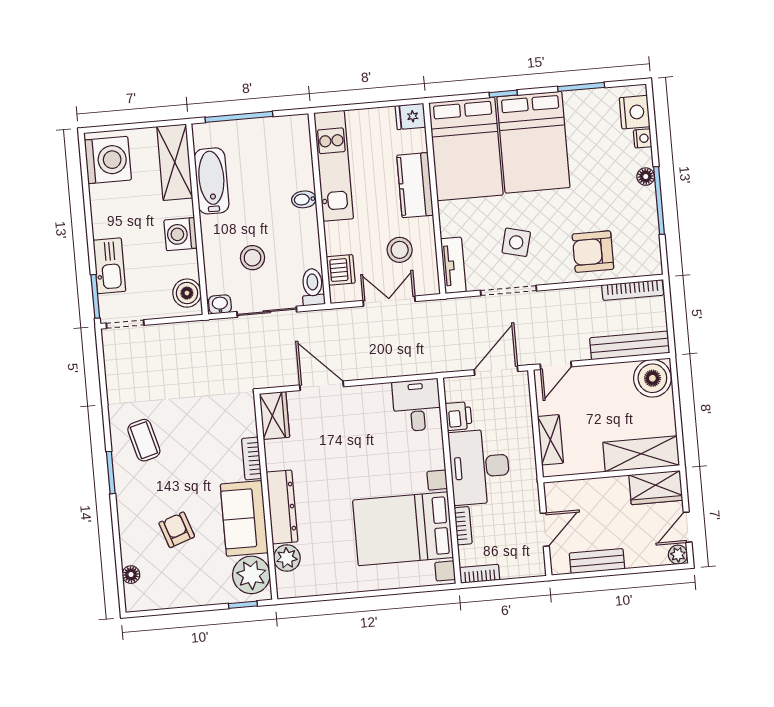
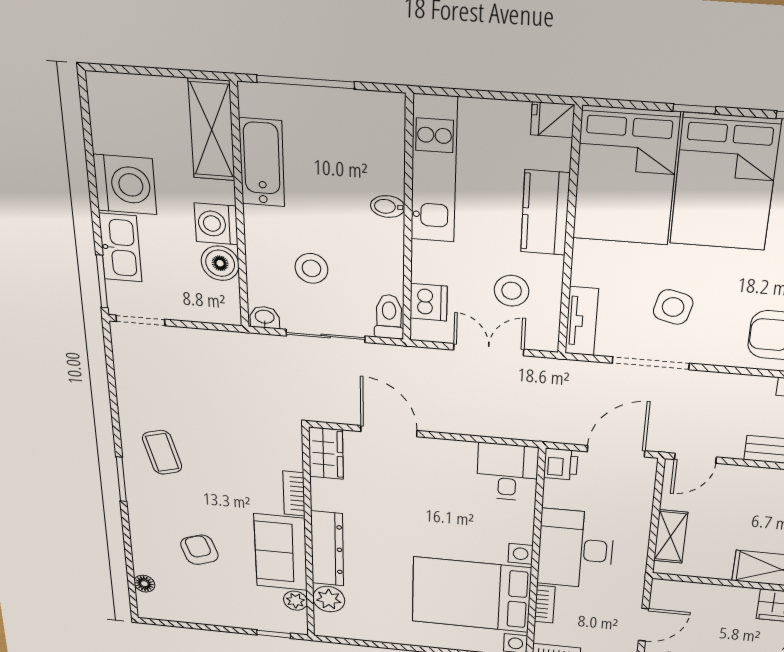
washing machine: (108, 160) -> (125, 185), moved
boiler: (187, 293) -> (220, 263), moved
printer: (459, 416) -> (561, 464), moved
plant: (251, 575) -> (295, 601), width x0.53, depth x0.53

